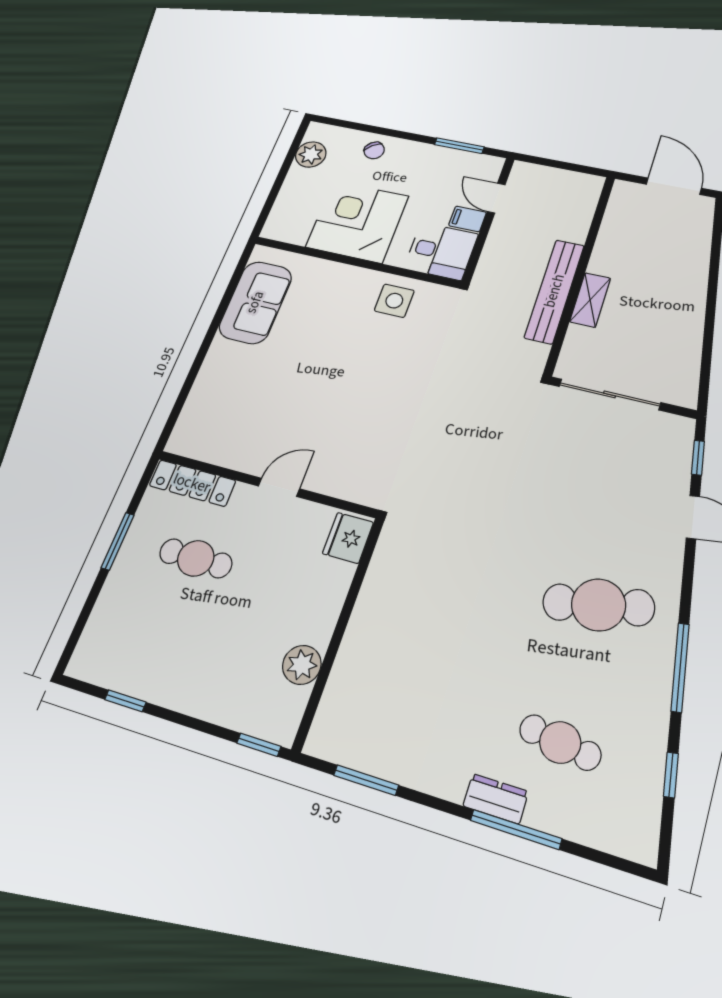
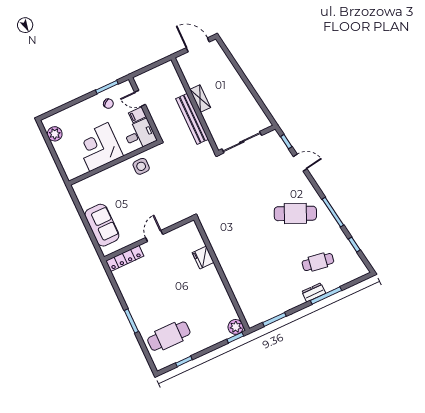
chair: (374, 150) -> (108, 104), moved
shelving: (590, 300) -> (200, 98), moved
sofa: (255, 302) -> (102, 225), moved
locker: (192, 483) -> (125, 258), moved
wall: (266, 484) -> (149, 238), moved
door: (279, 487) -> (154, 236), moved
cafe table: (196, 558) -> (169, 336), moved, width x1.37, depth x1.35
cafe table: (599, 605) -> (295, 213), turned 36
plant: (302, 665) -> (236, 327), moved

